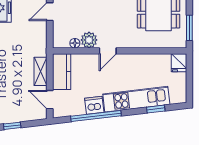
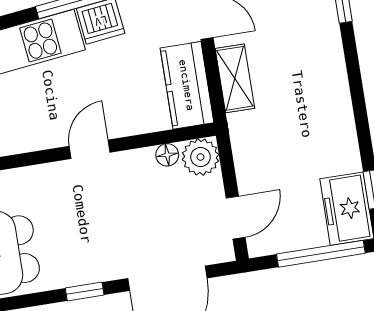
plant: (89, 40) -> (201, 157), moved

